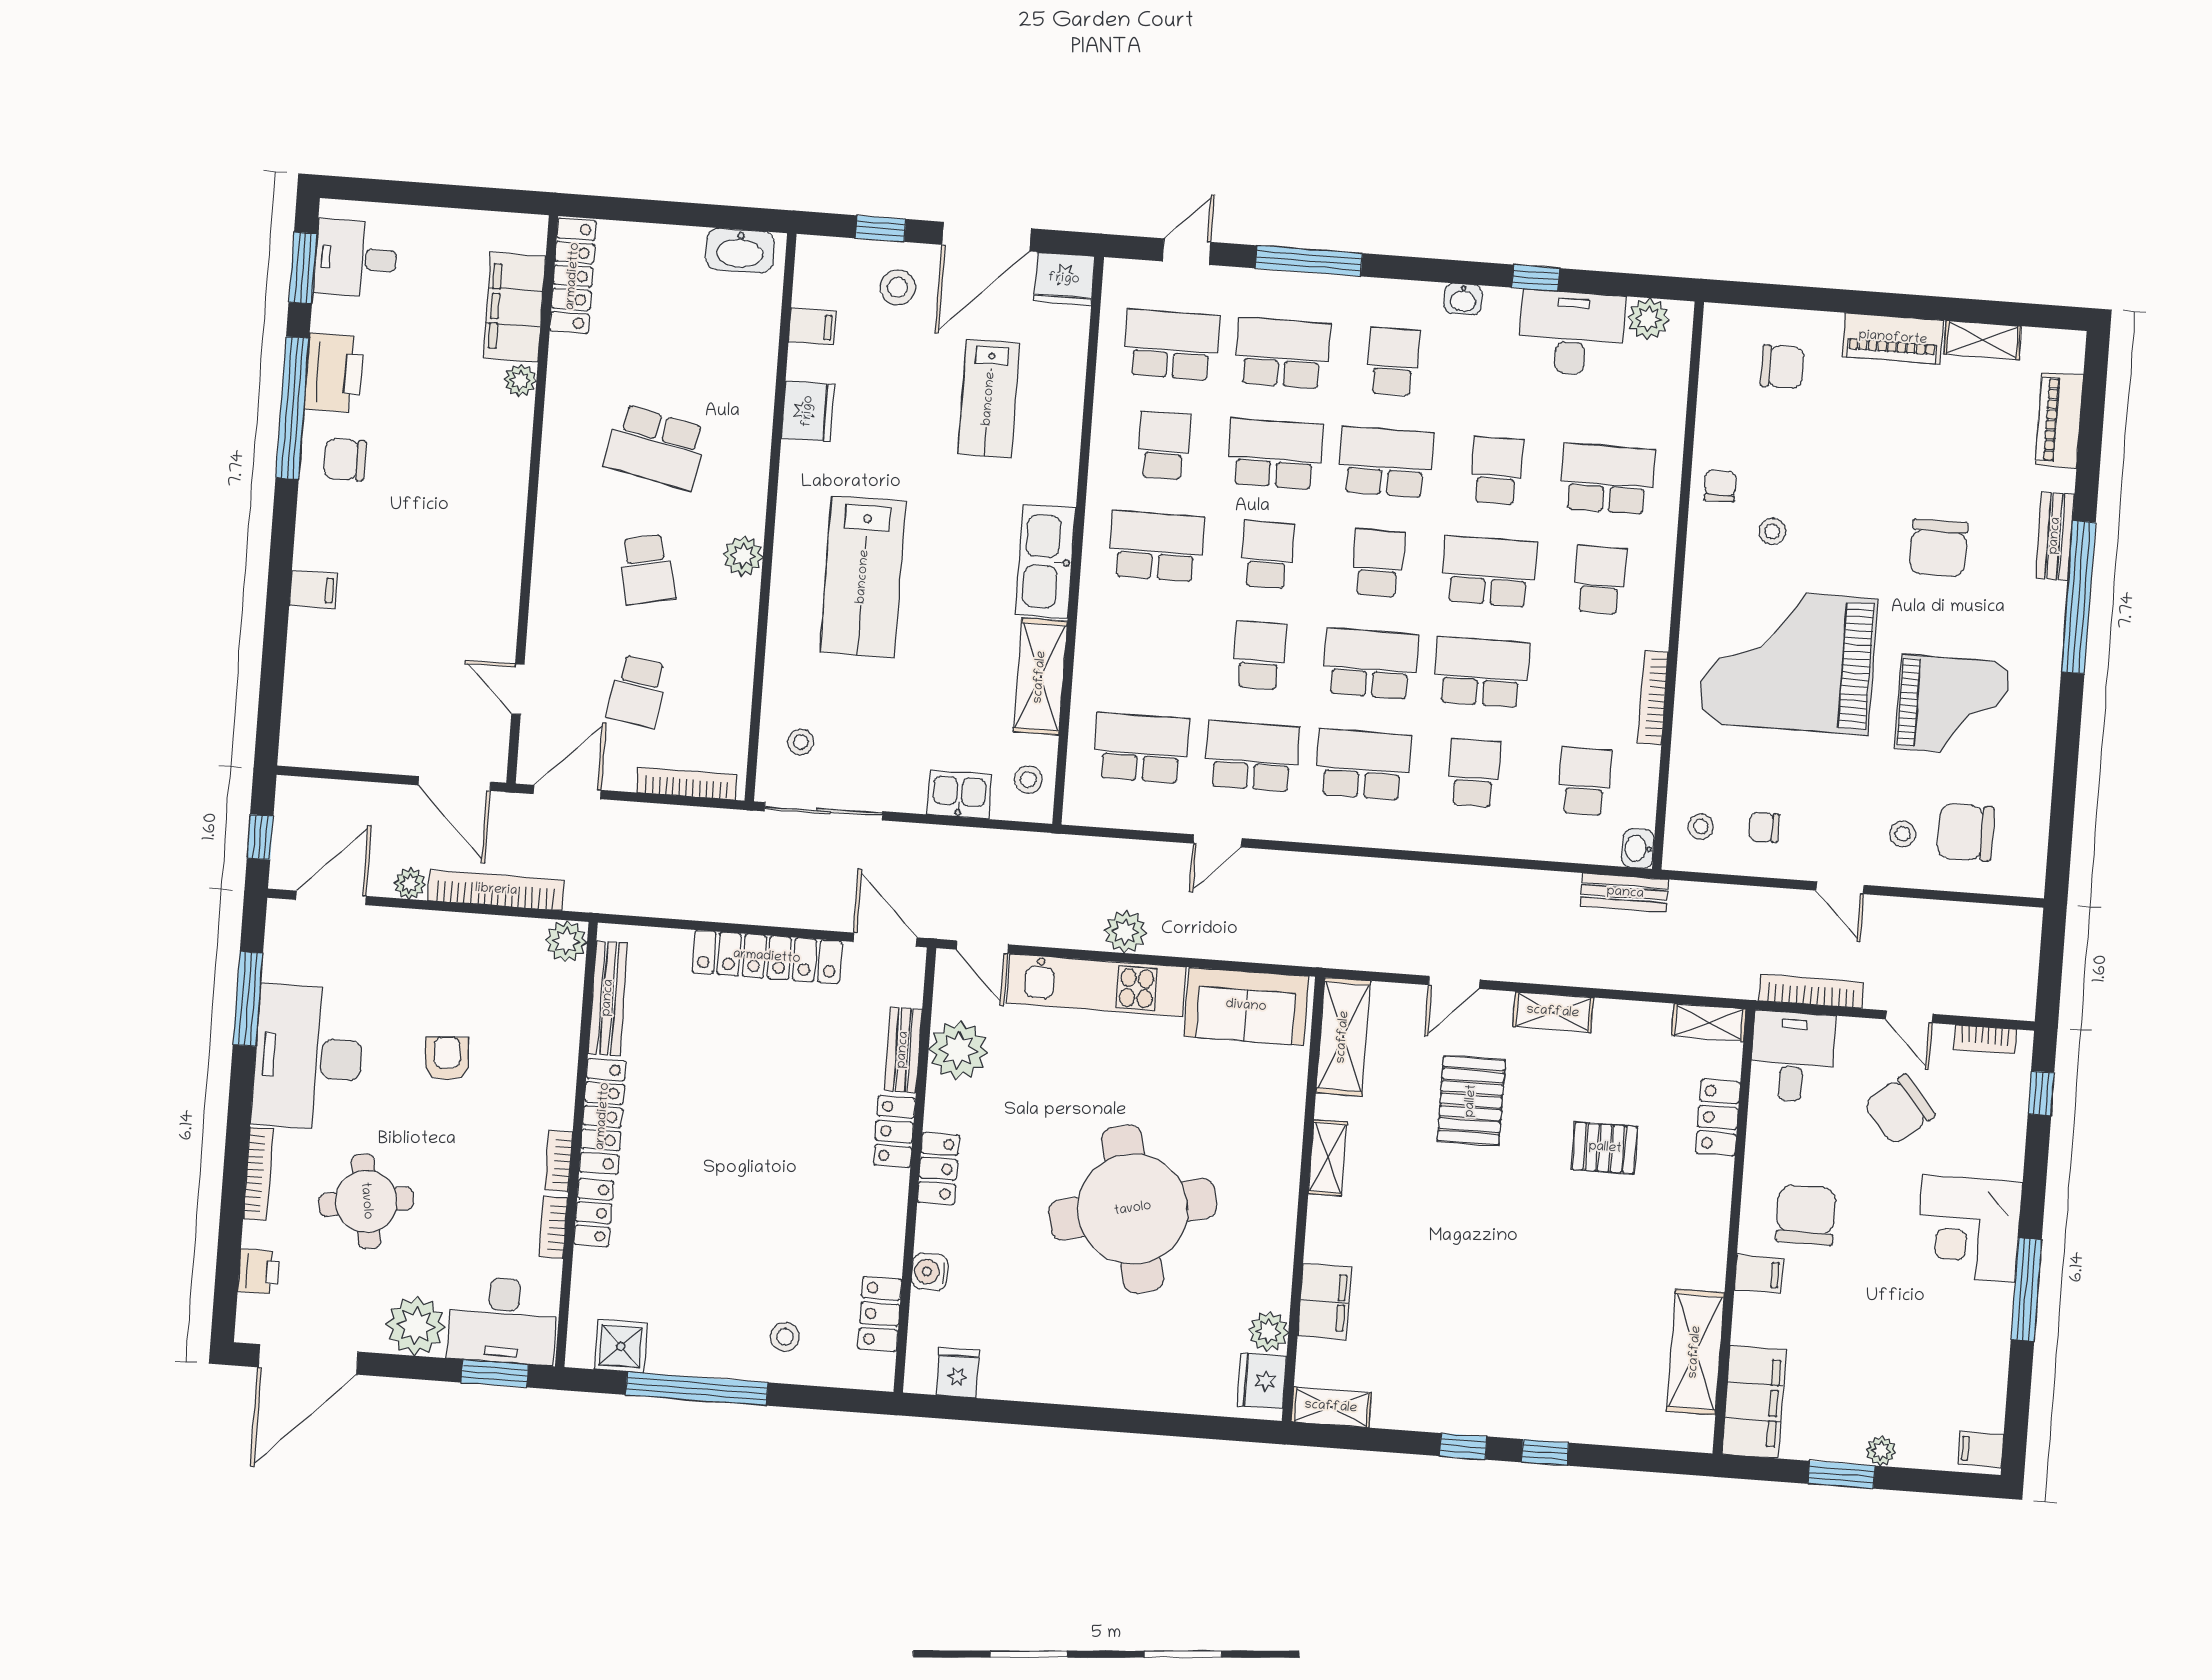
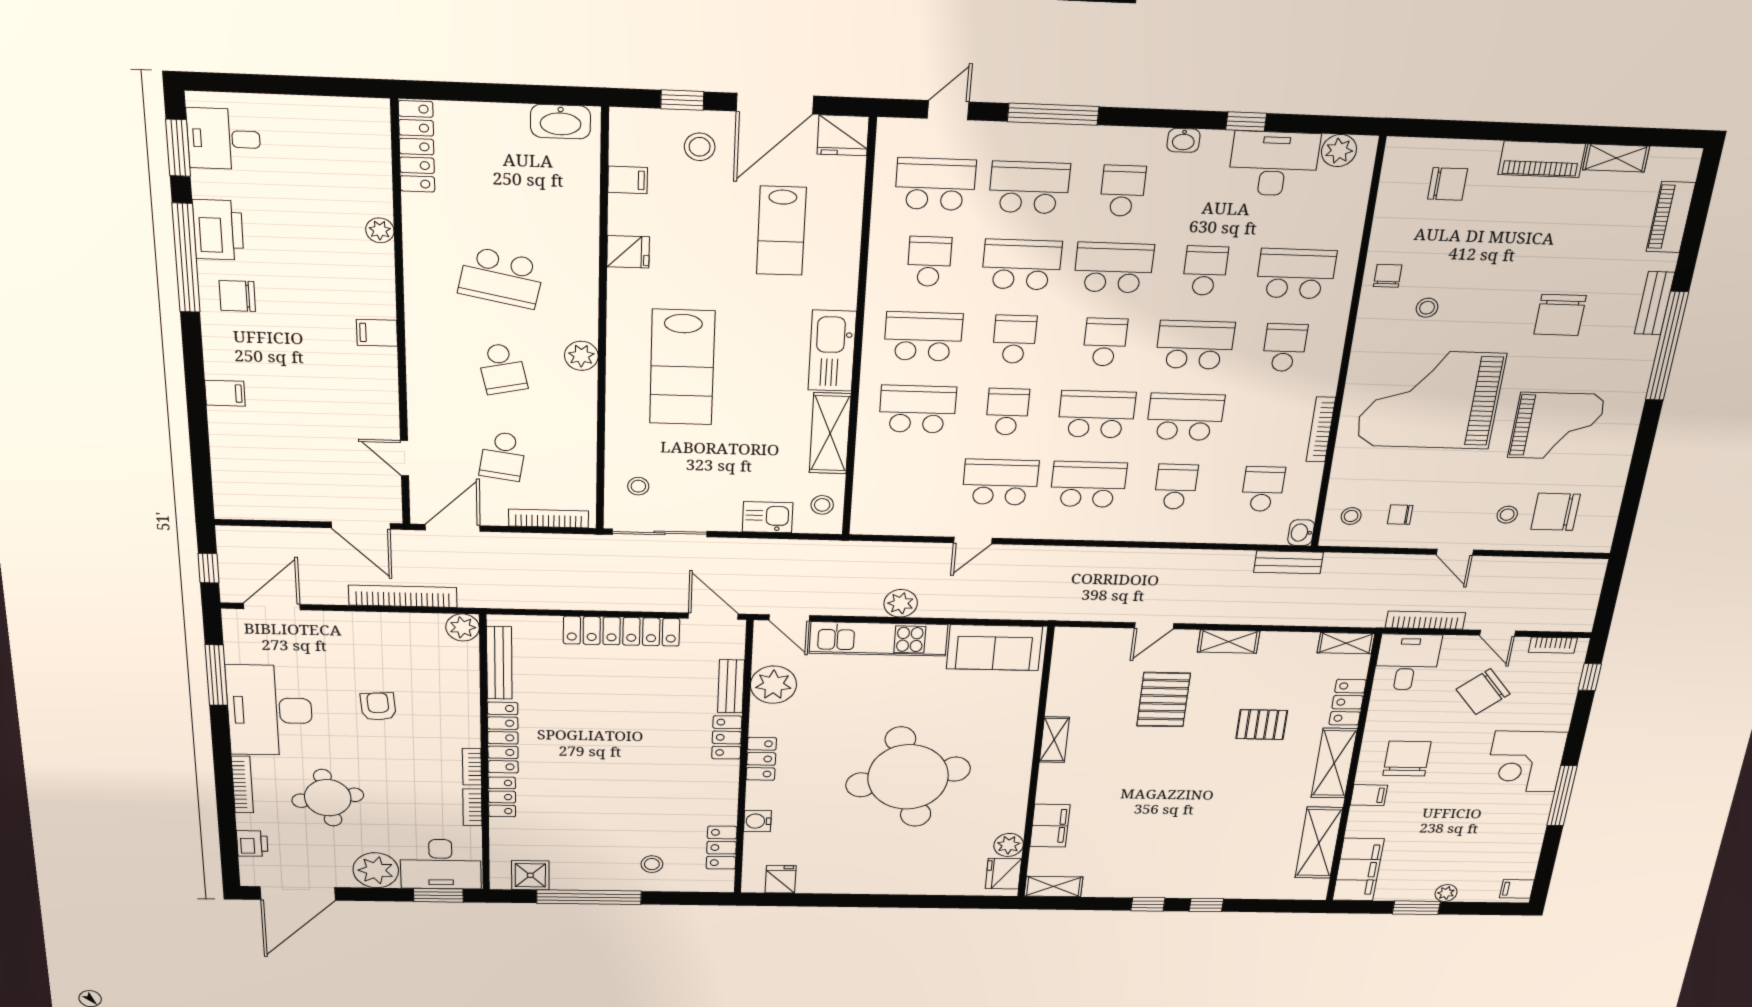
filing cabinet: (514, 307) -> (377, 333), moved, width x0.33, depth x0.86
fridge: (808, 411) -> (628, 252), width x0.72
school desk: (1141, 748) -> (918, 409), moved
plant: (410, 884) -> (334, 594), removed
shelving: (1343, 1037) -> (1334, 763), moved

